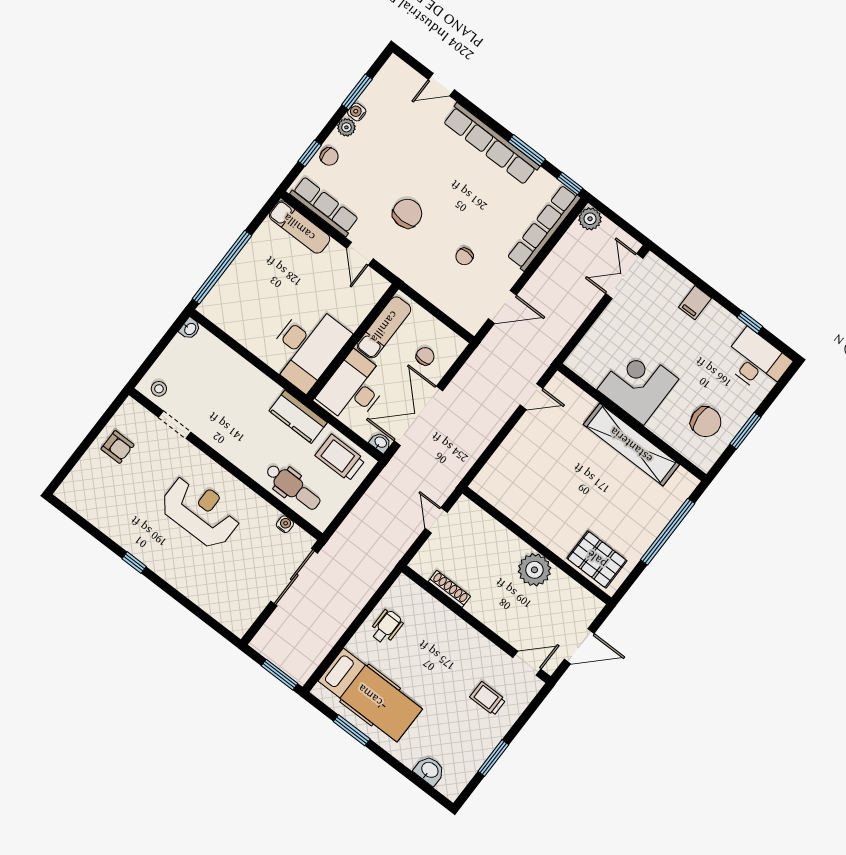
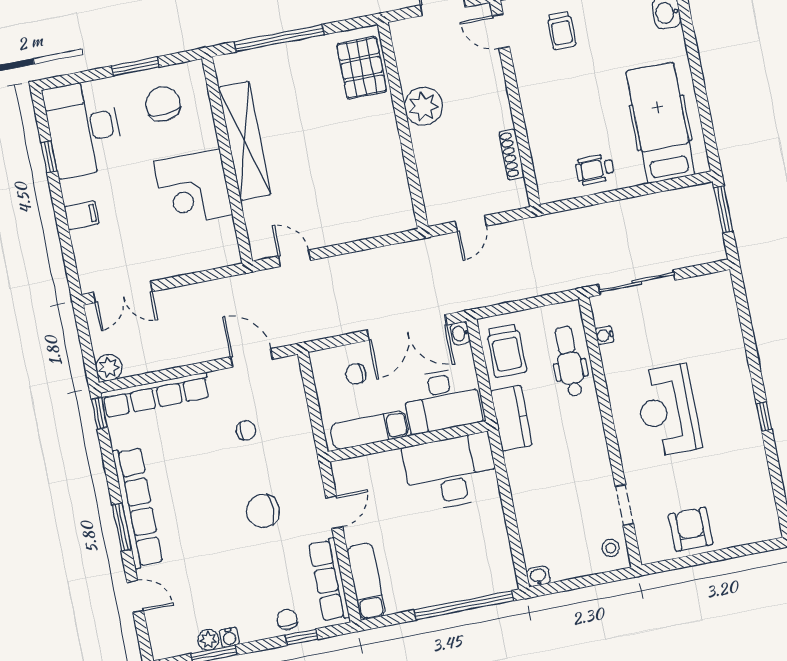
plant: (346, 127) -> (208, 640), moved
window: (527, 150) -> (122, 527), moved
desk: (756, 361) -> (83, 128), width x1.36, depth x1.30
armchair: (117, 447) -> (691, 529), width x1.38, depth x1.38
window: (352, 730) -> (703, 106), removed

